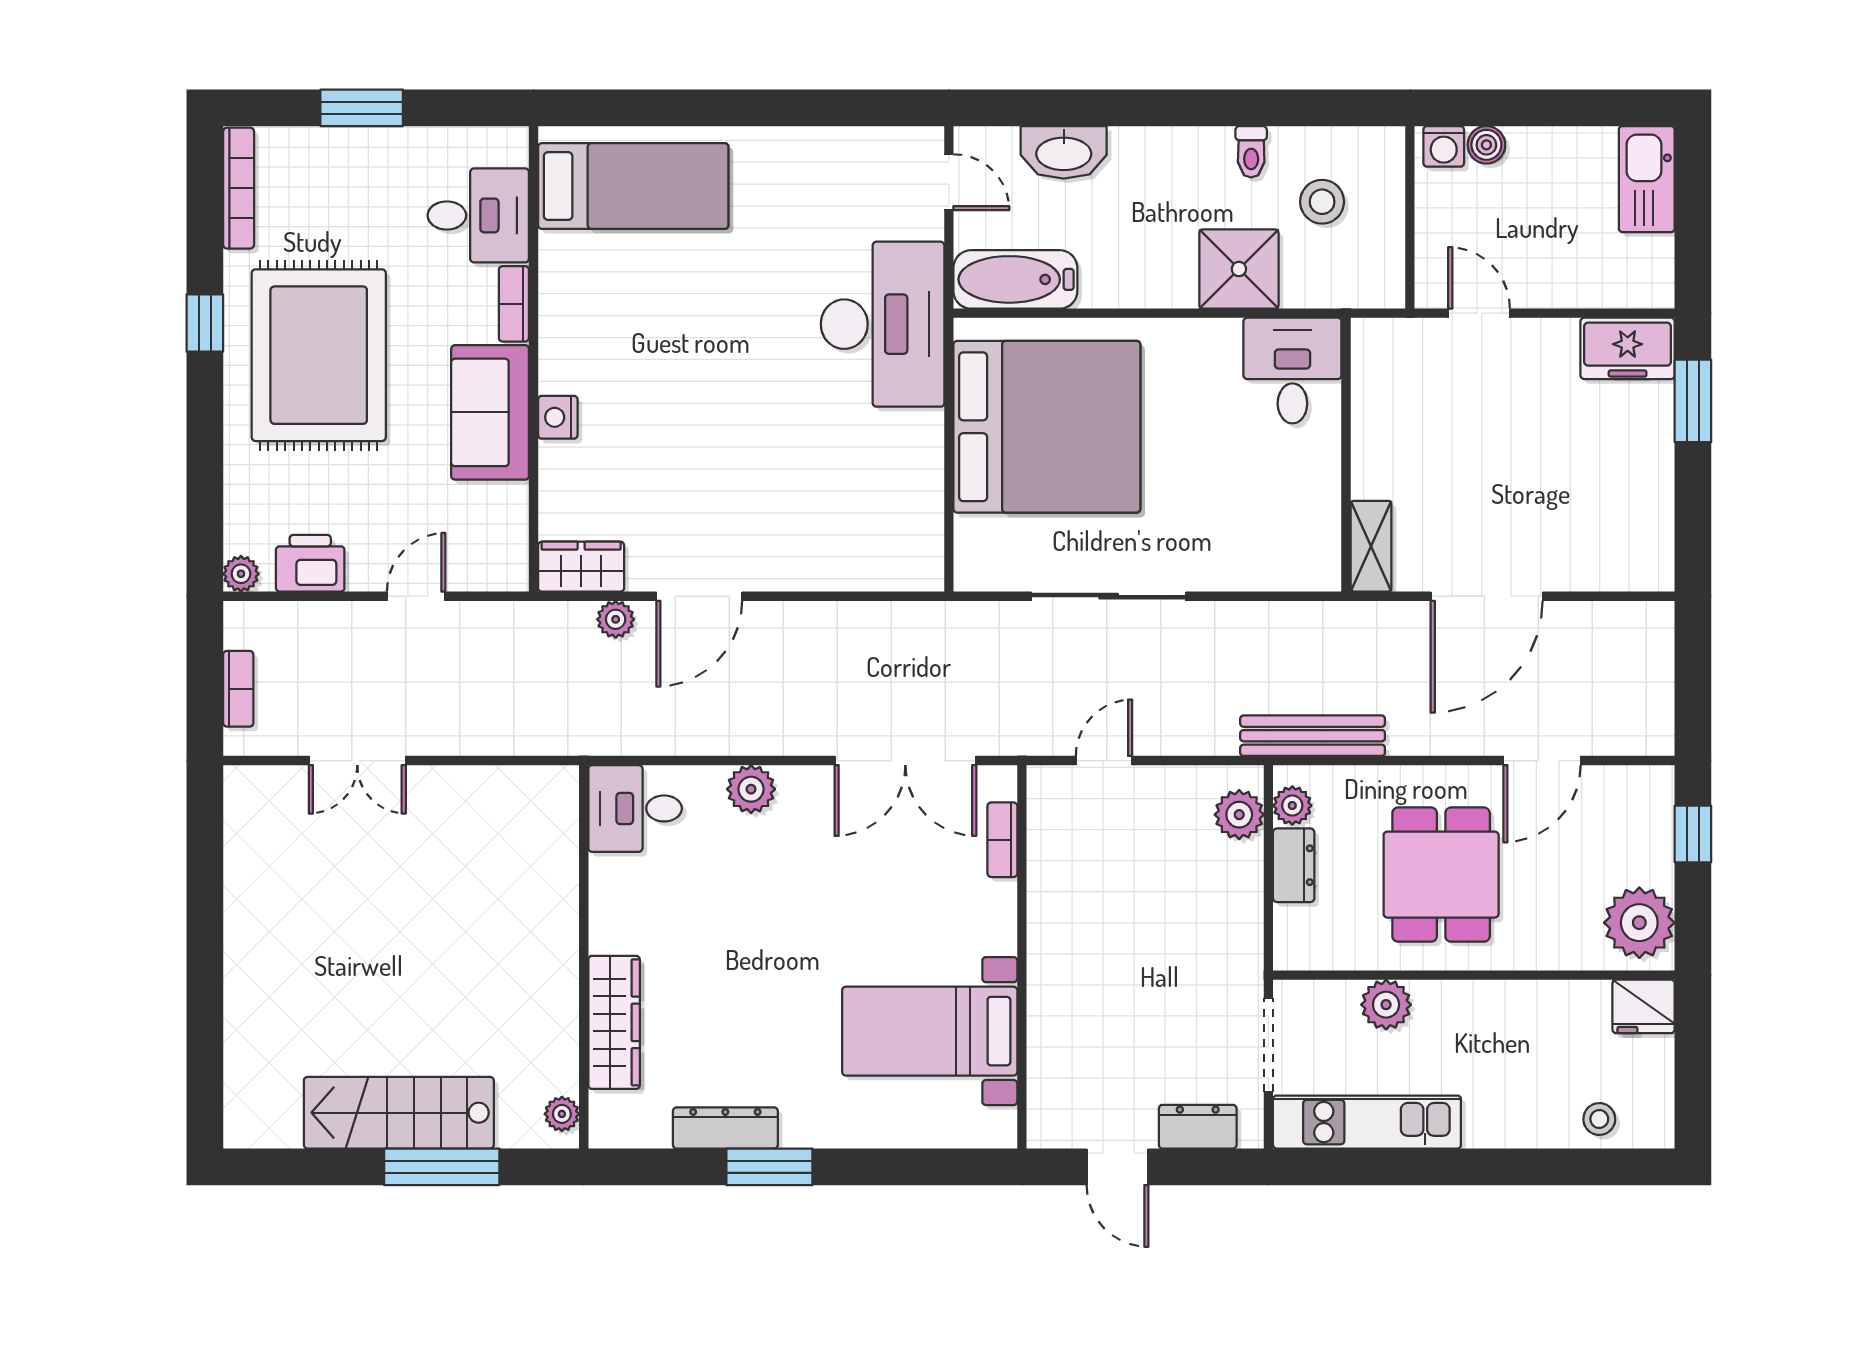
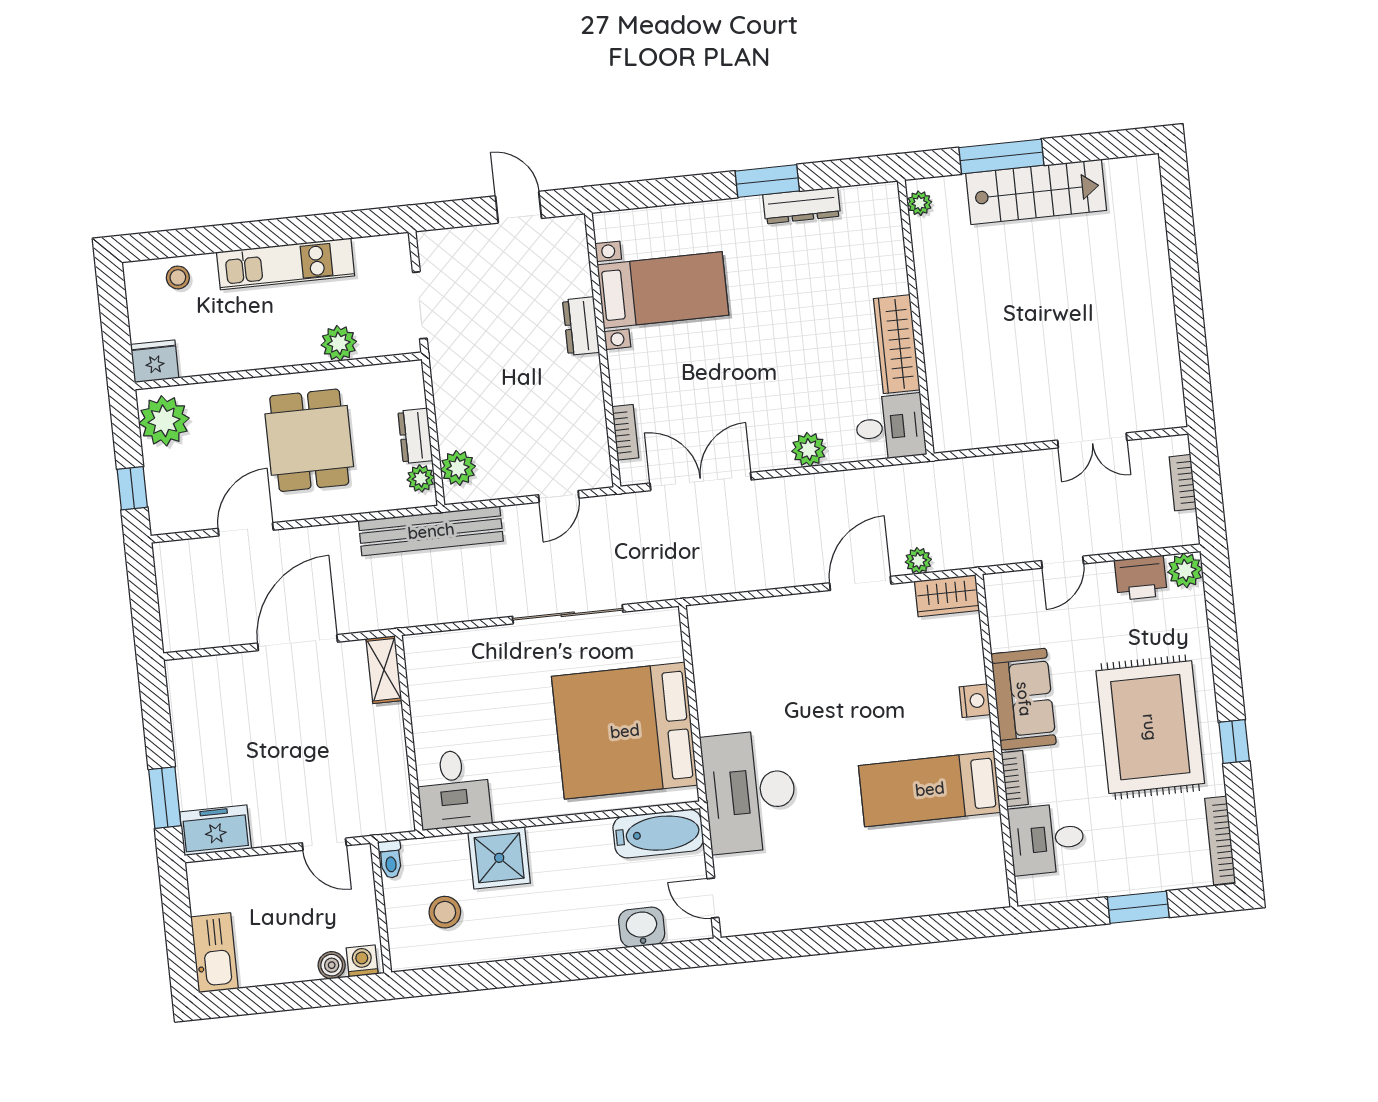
washbasin: (1064, 152) -> (642, 927), width x0.72
toilet: (1251, 152) -> (390, 859), moved, turned 180
bed: (633, 186) -> (930, 789), moved
plant: (241, 574) -> (1185, 570), width x1.38, depth x1.38
bench: (1313, 736) -> (431, 531), width x1.37, depth x1.21
double door: (357, 761) -> (1092, 440), swing flipped
wardrobe: (614, 1022) -> (897, 344), moved
kitchen unit: (1367, 1122) -> (286, 264), moved
dresser: (1198, 1127) -> (581, 326), moved, turned 90

